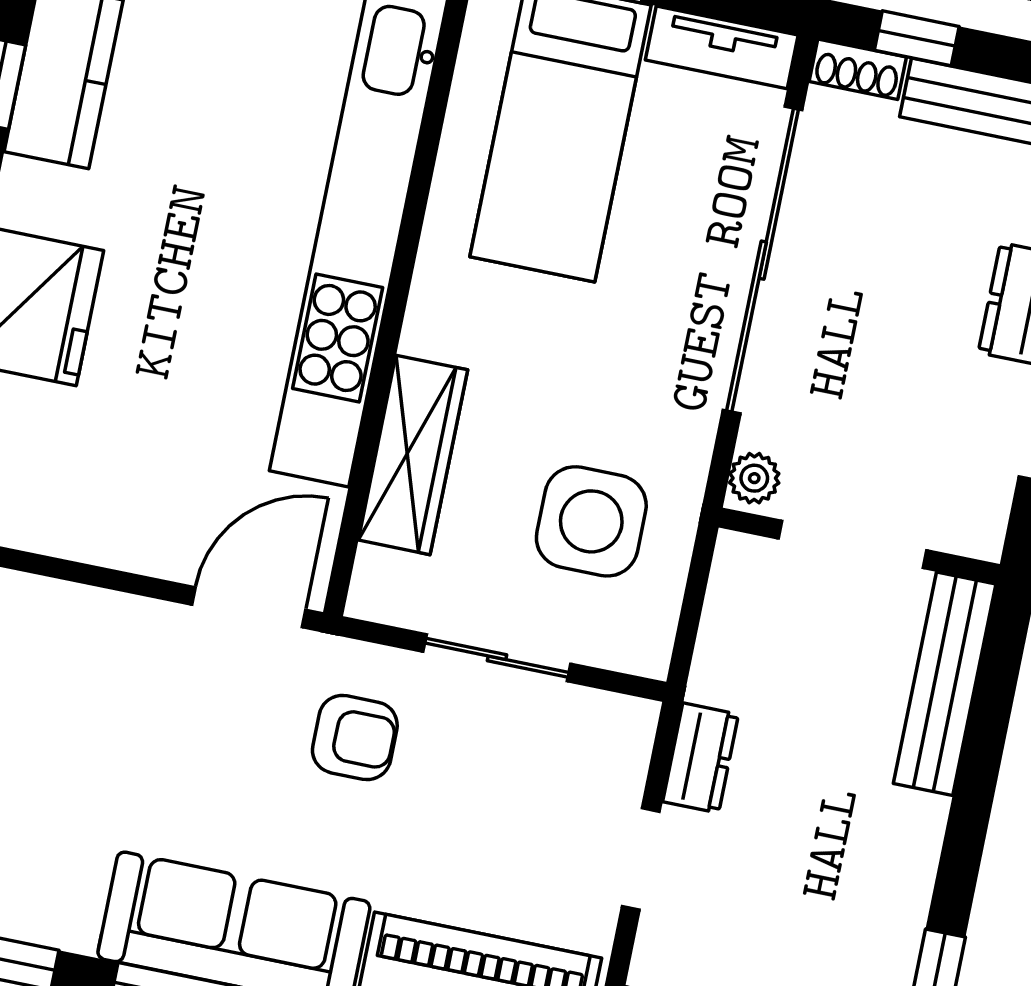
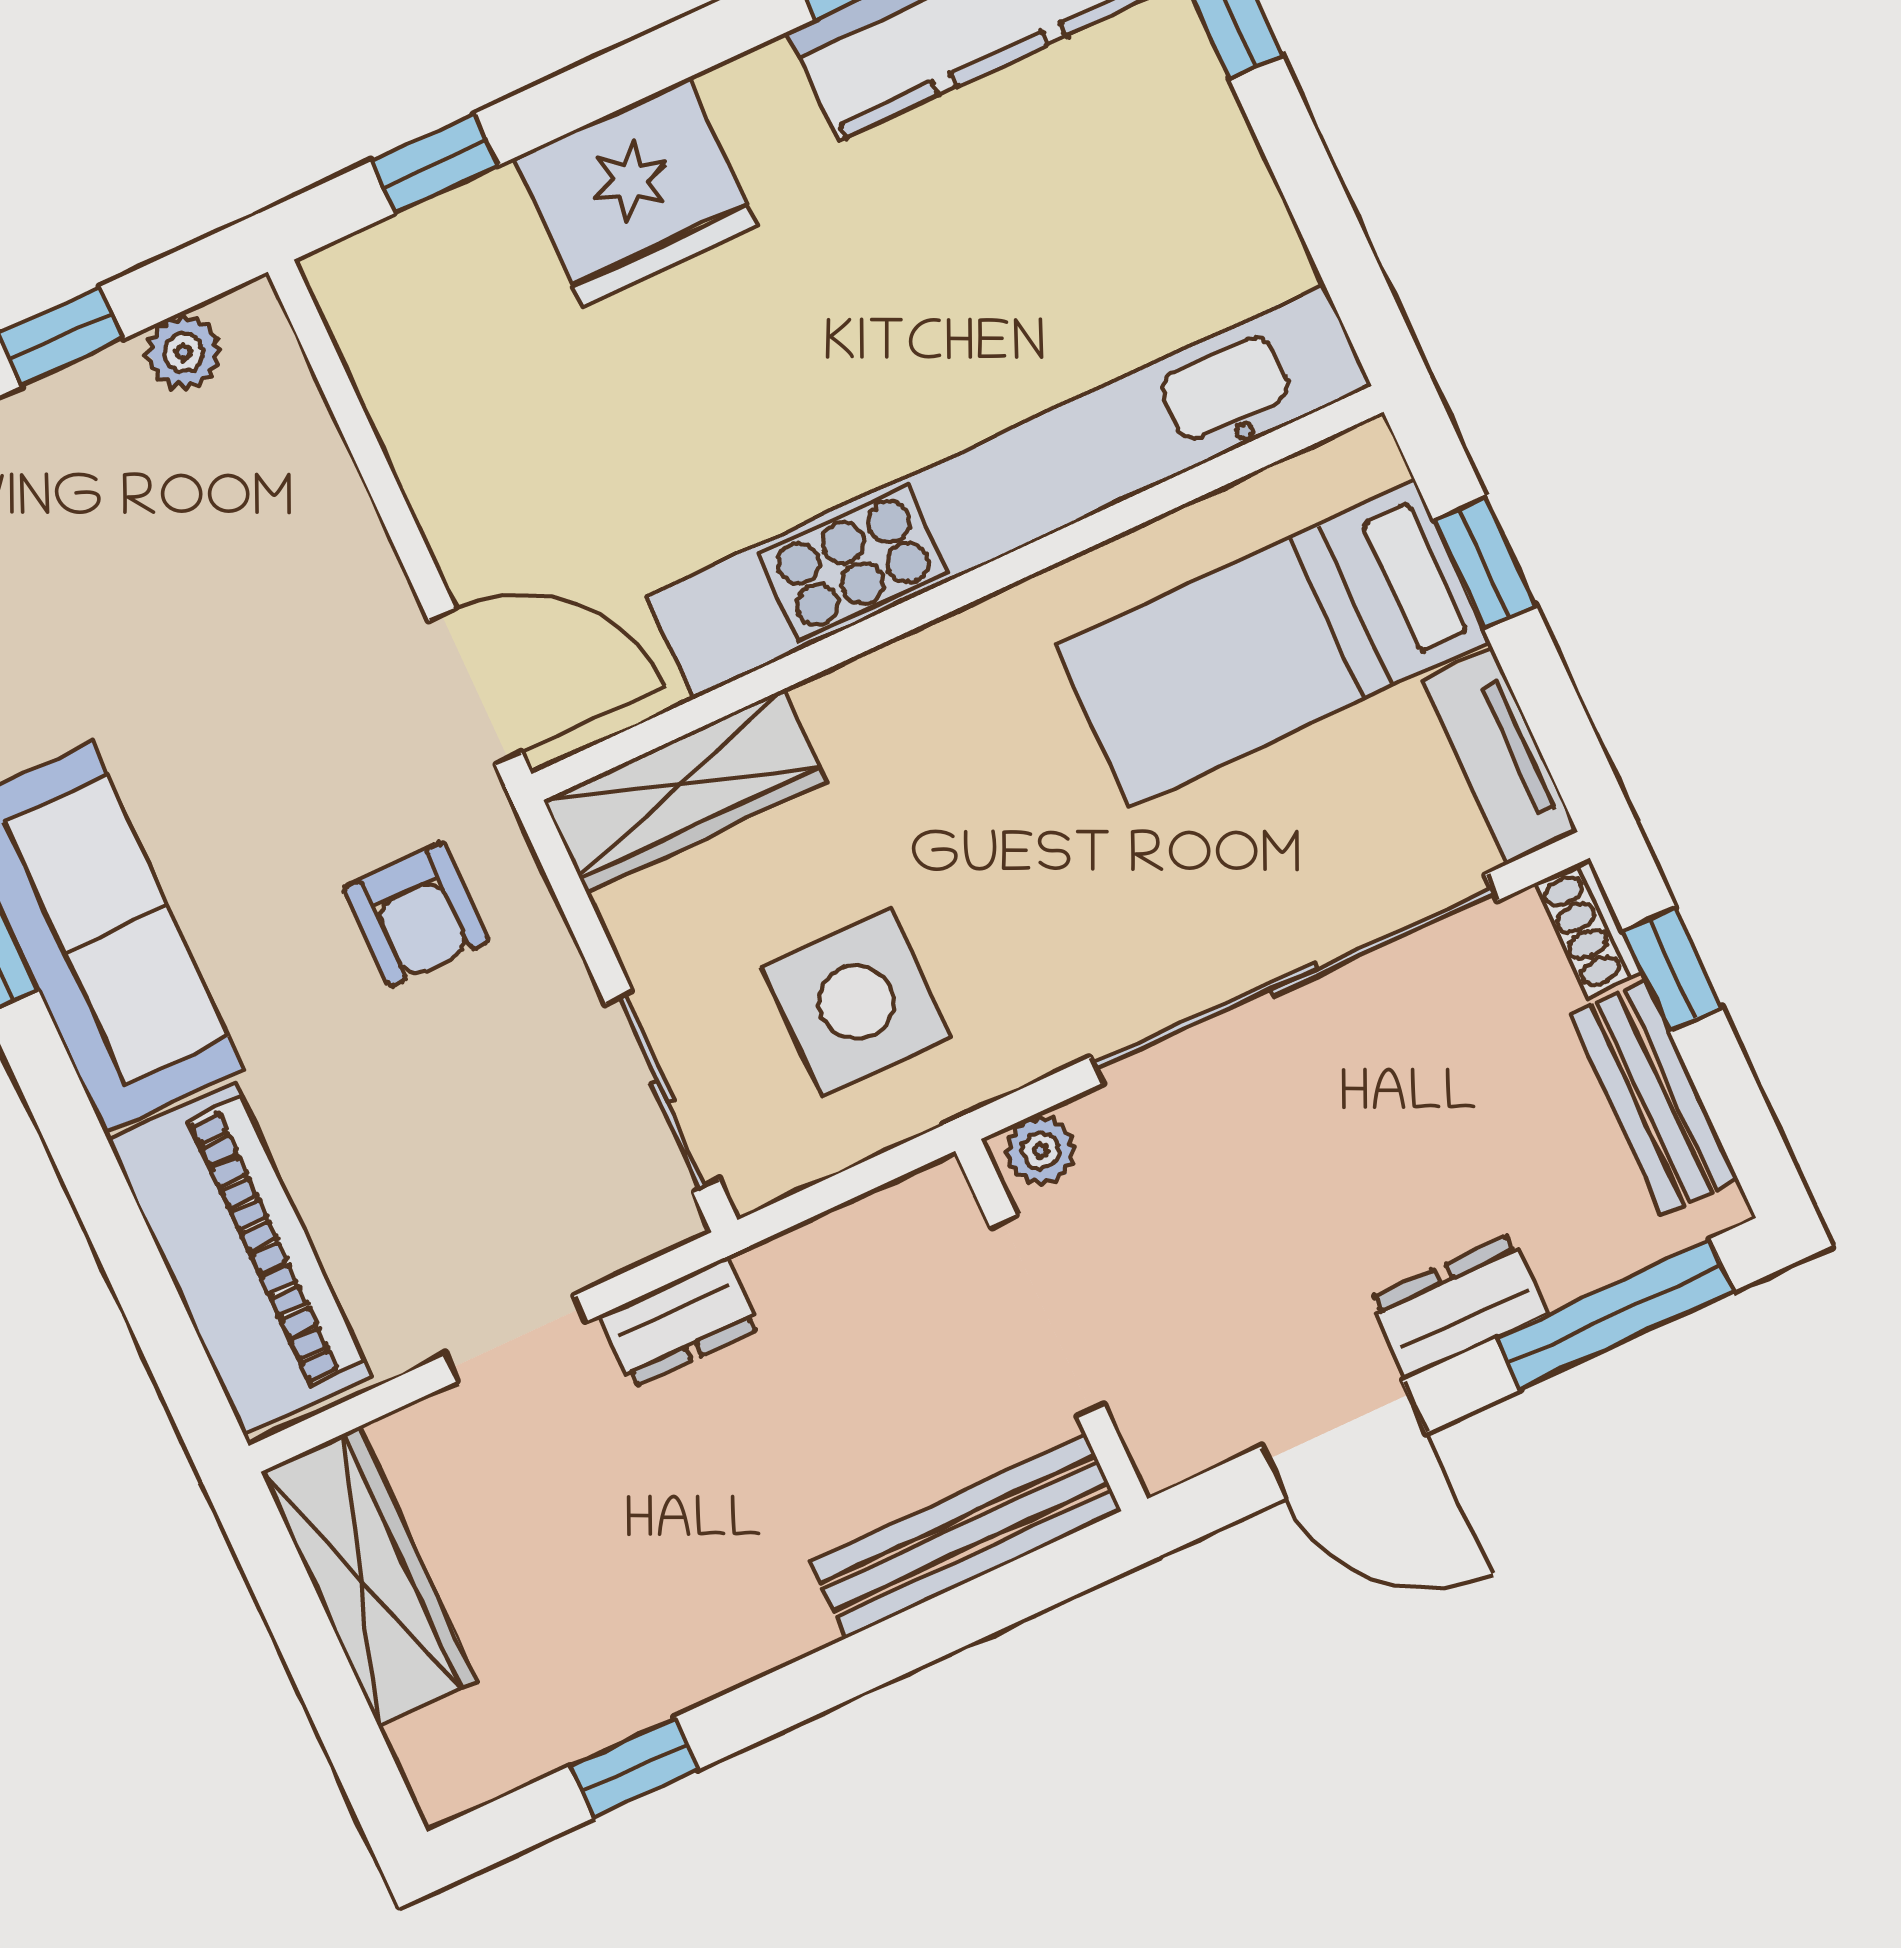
wardrobe: (413, 455) -> (685, 791), moved
sliding door: (497, 658) -> (662, 1092), moved

